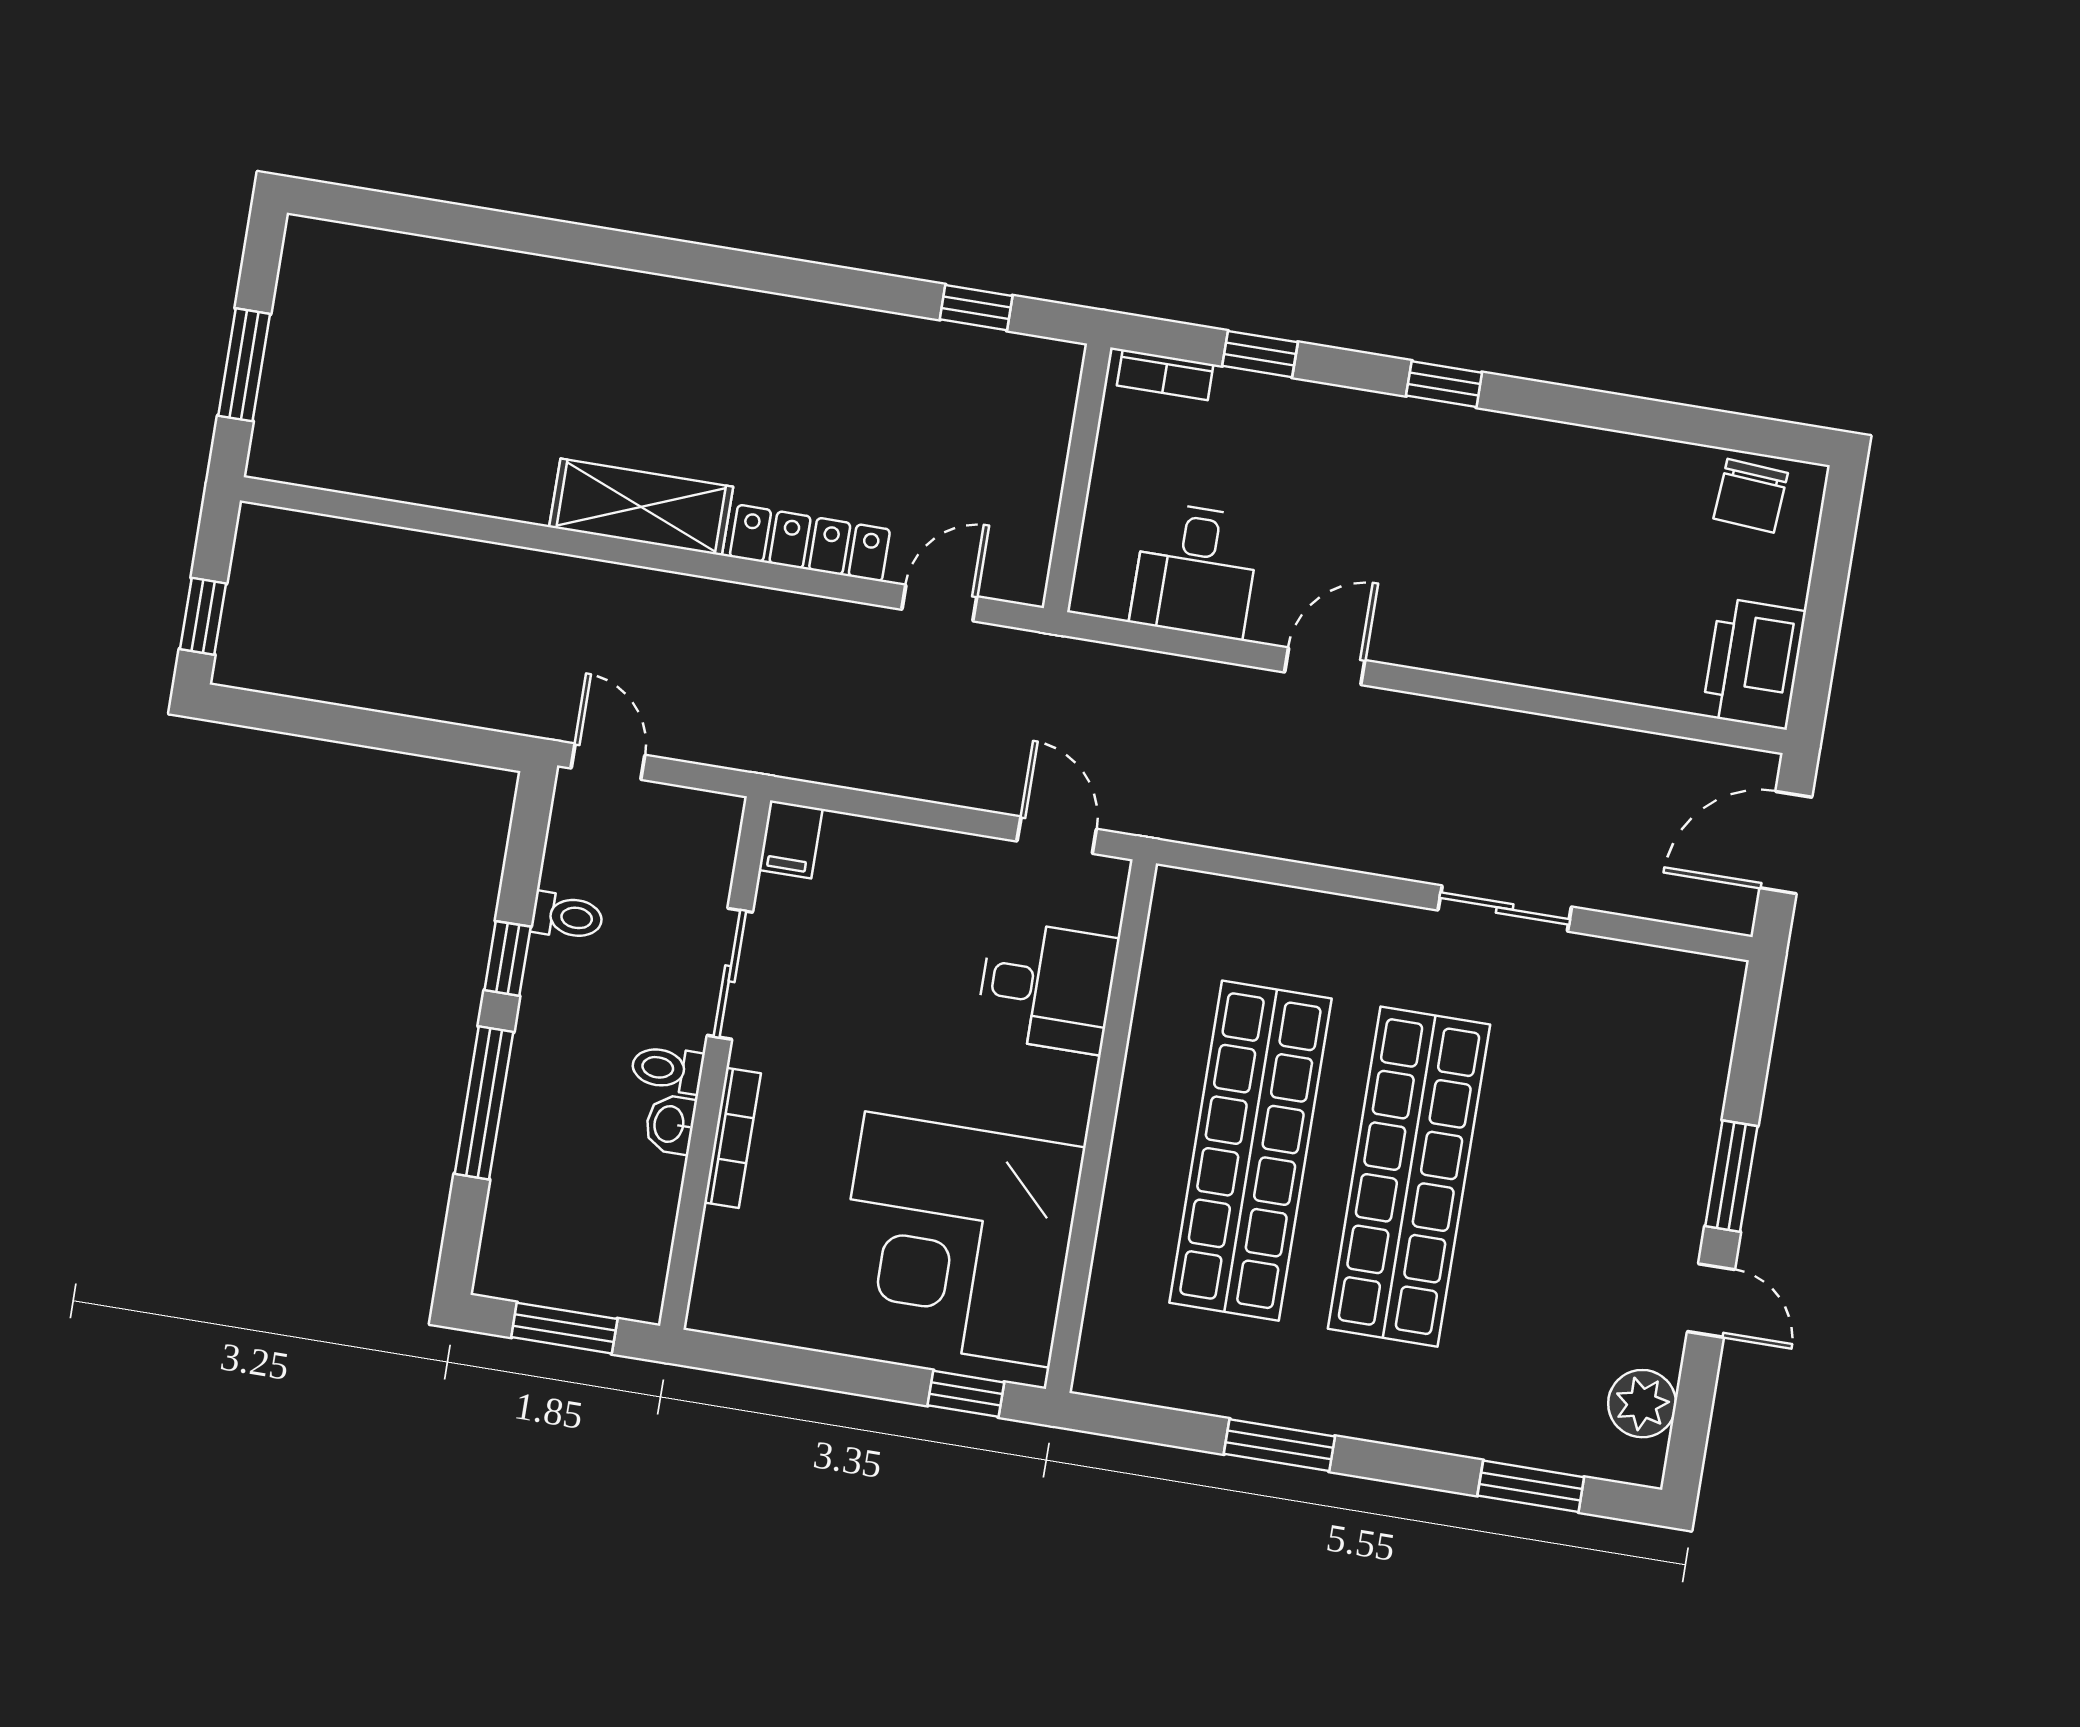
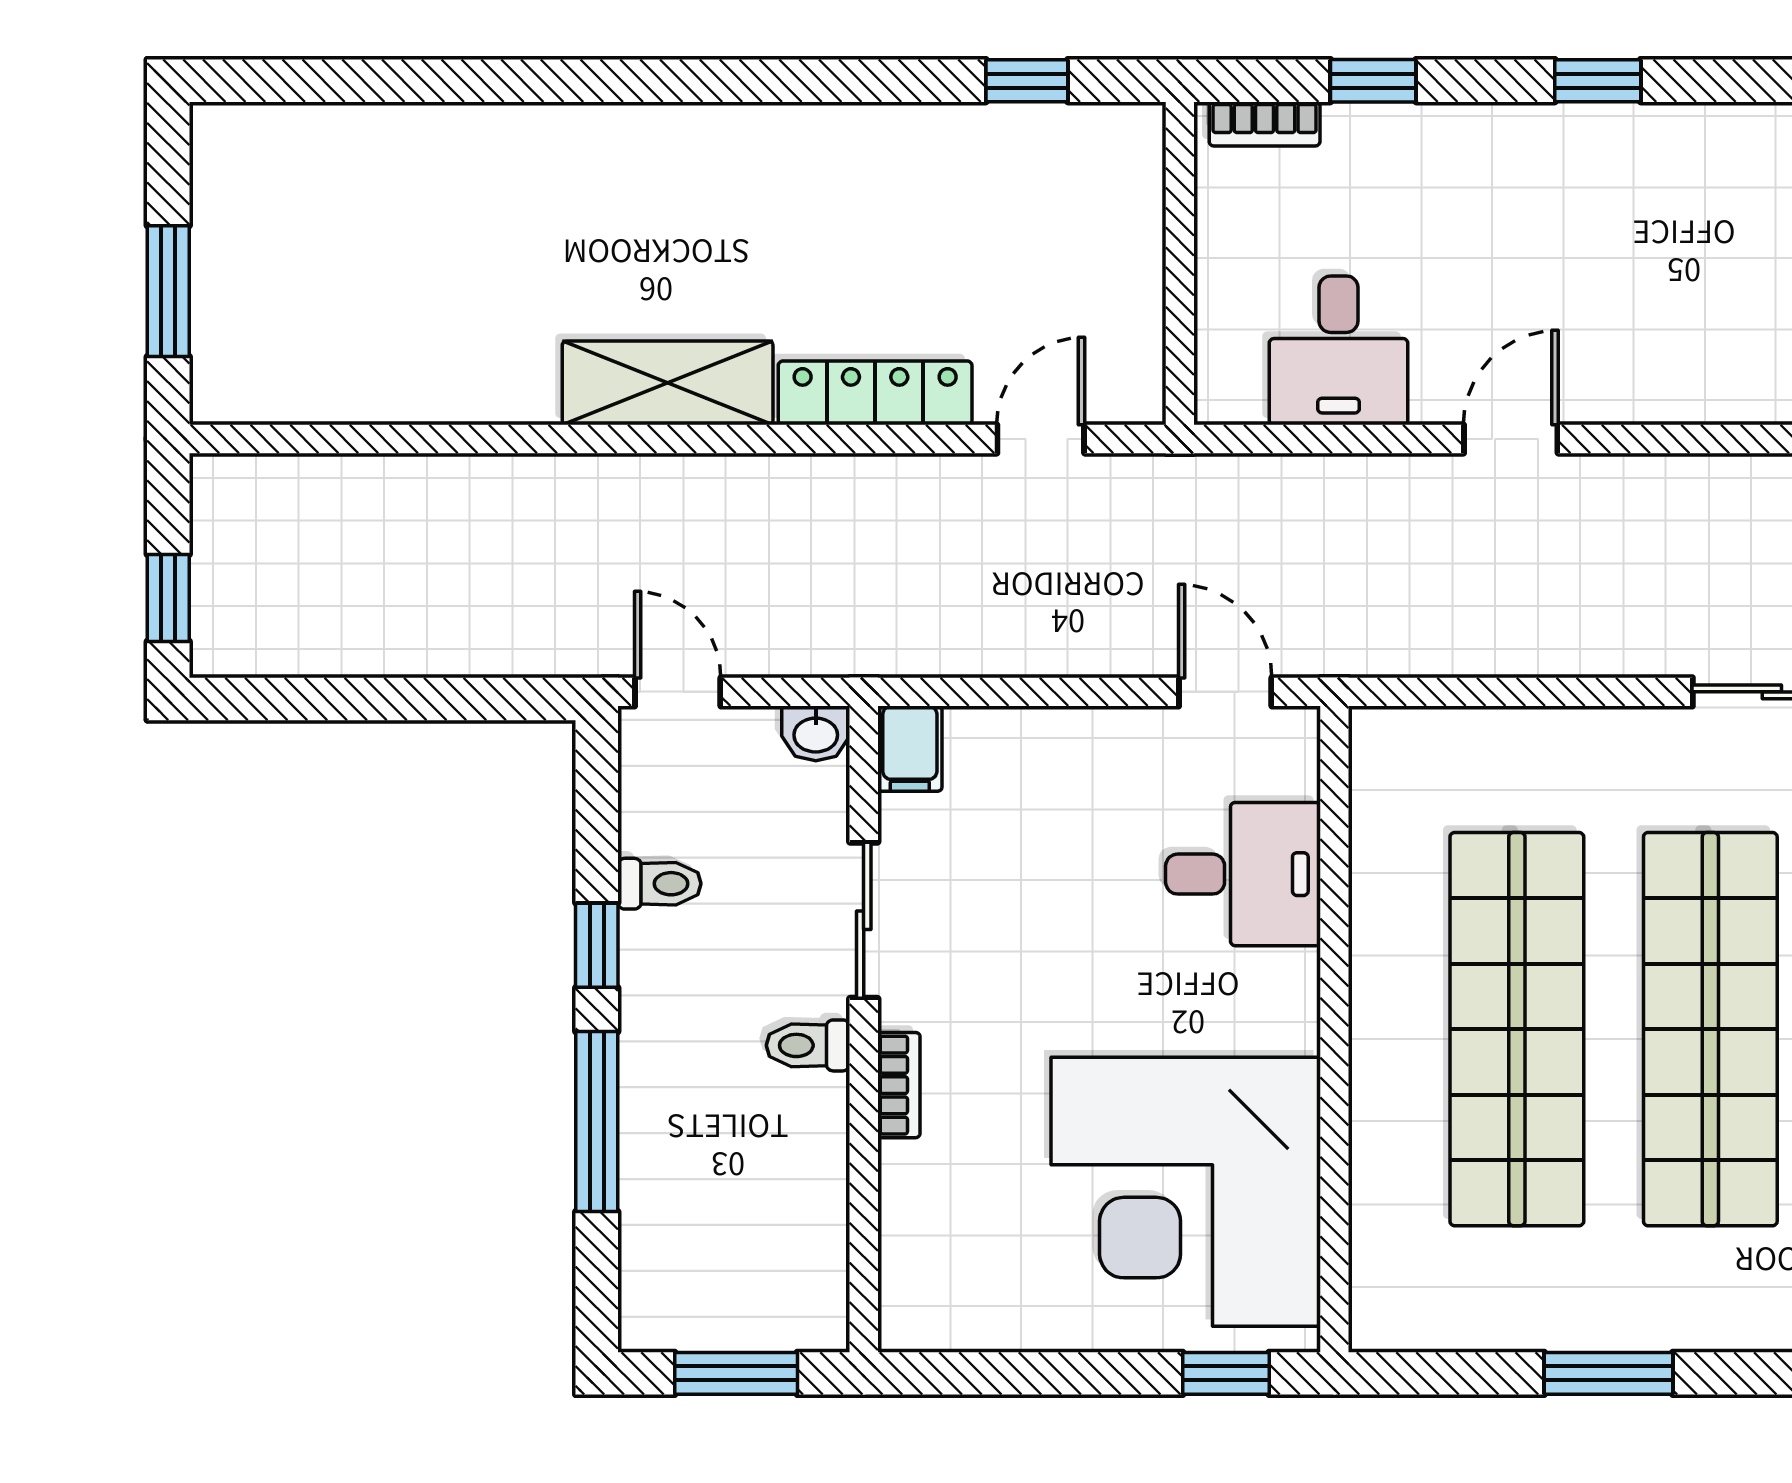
washbasin: (670, 1124) -> (816, 733), moved, turned -90
bookcase: (732, 1138) -> (899, 1085), width x0.64

